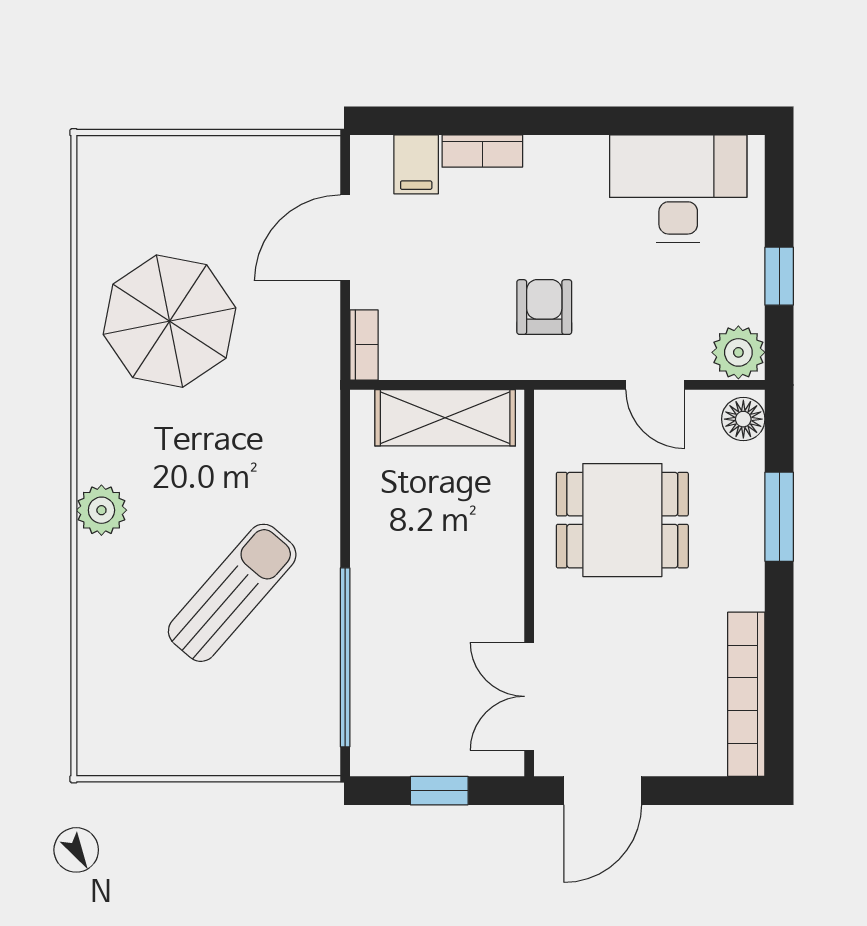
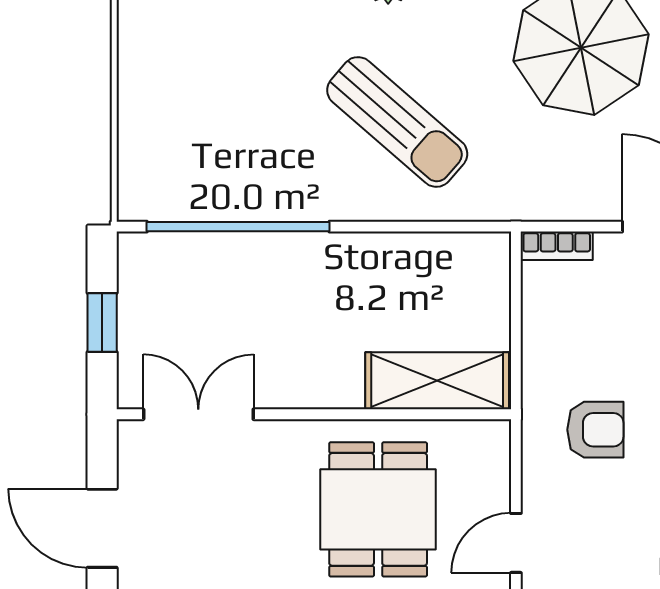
shelving: (445, 418) -> (437, 381), moved, turned 90
sun lounger: (232, 593) -> (397, 122), moved
door: (603, 791) -> (102, 528), moved

